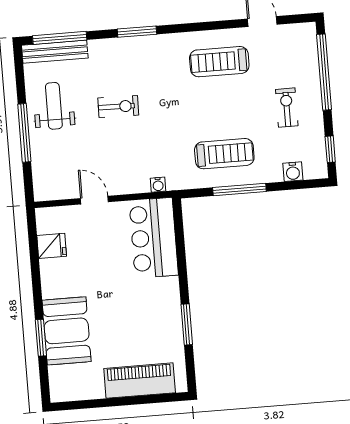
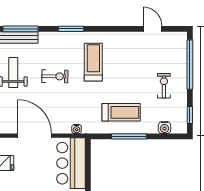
treadmill: (219, 62) -> (93, 62), moved, turned 90
door: (94, 200) -> (35, 136), width x1.88

